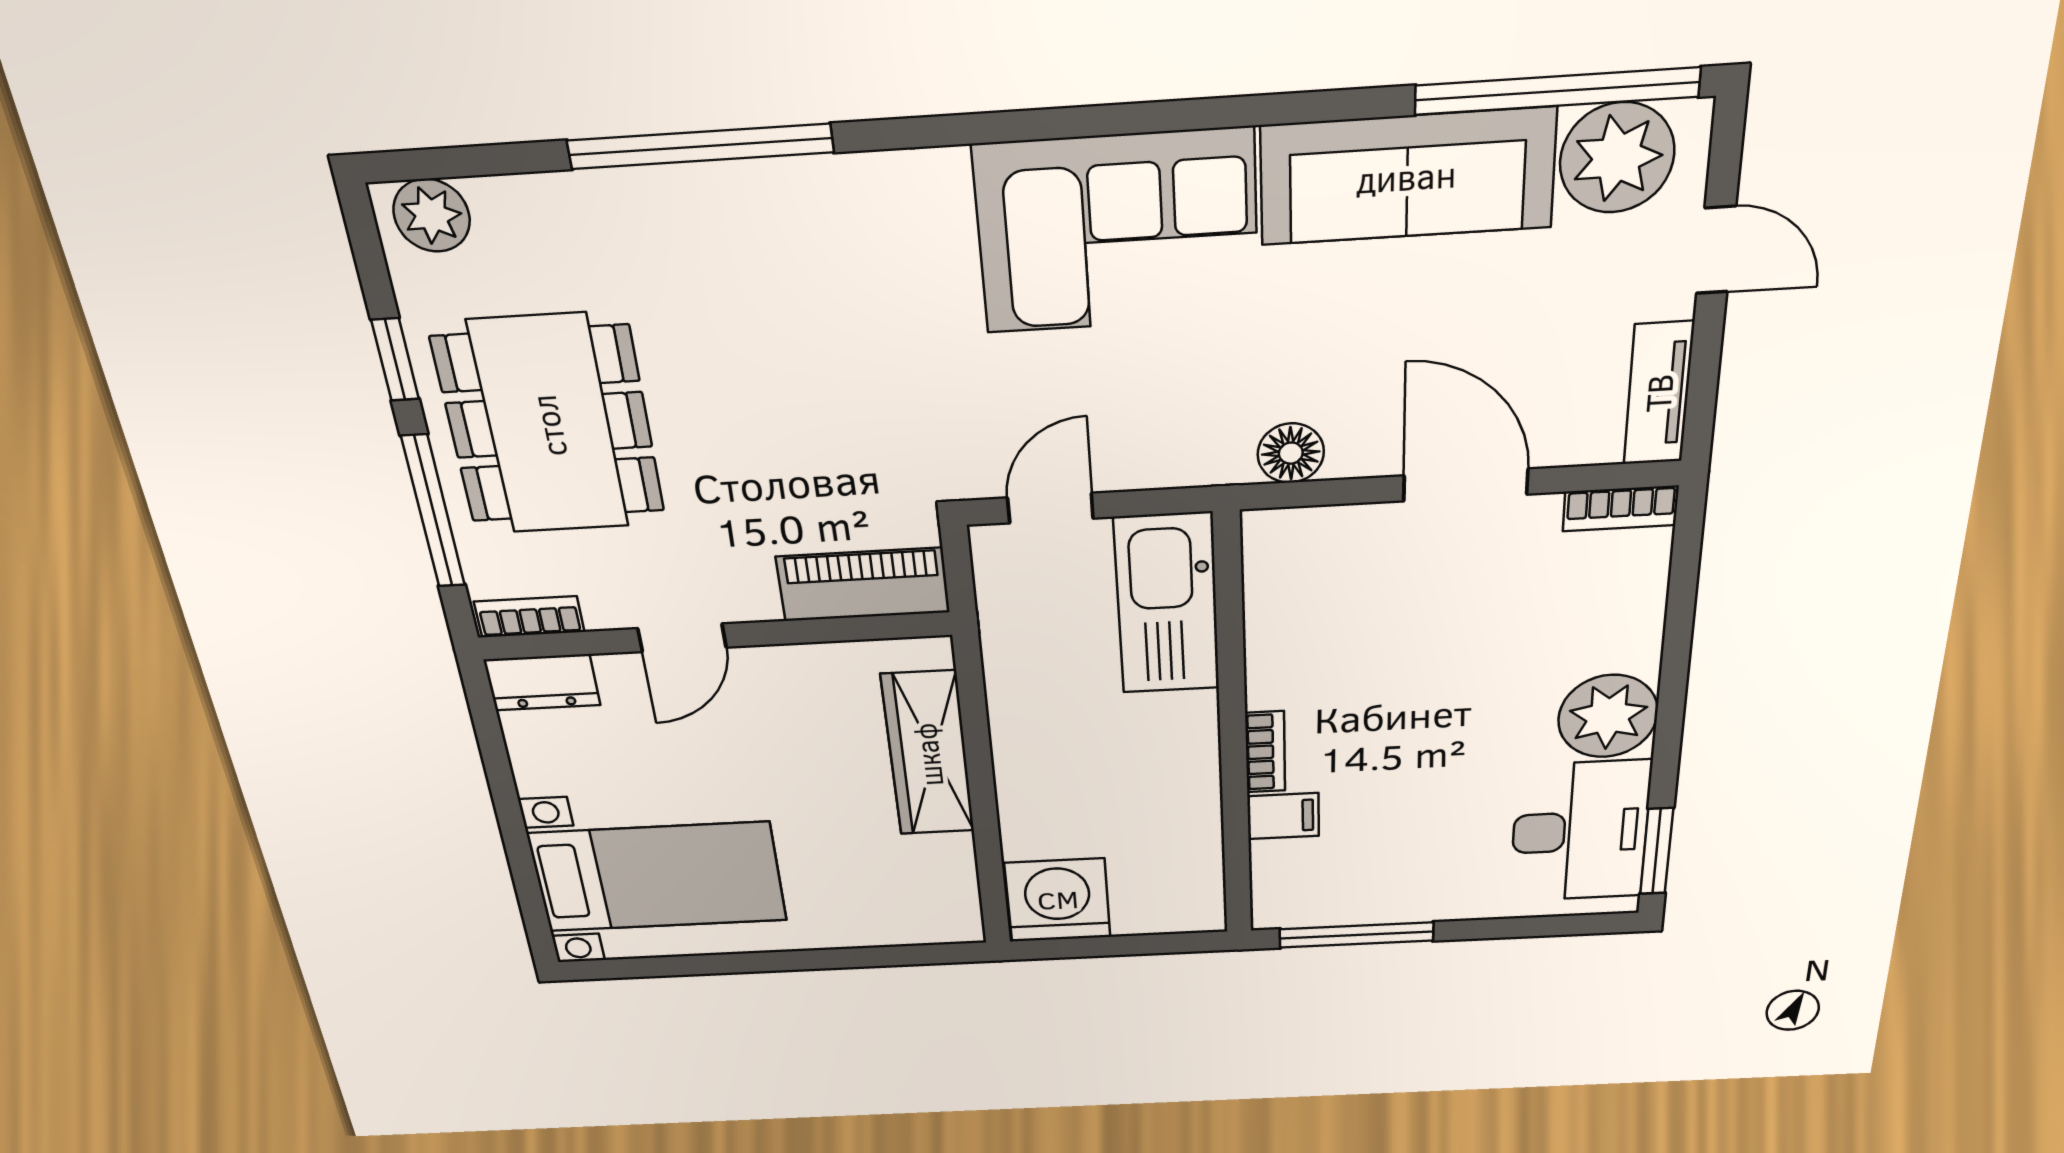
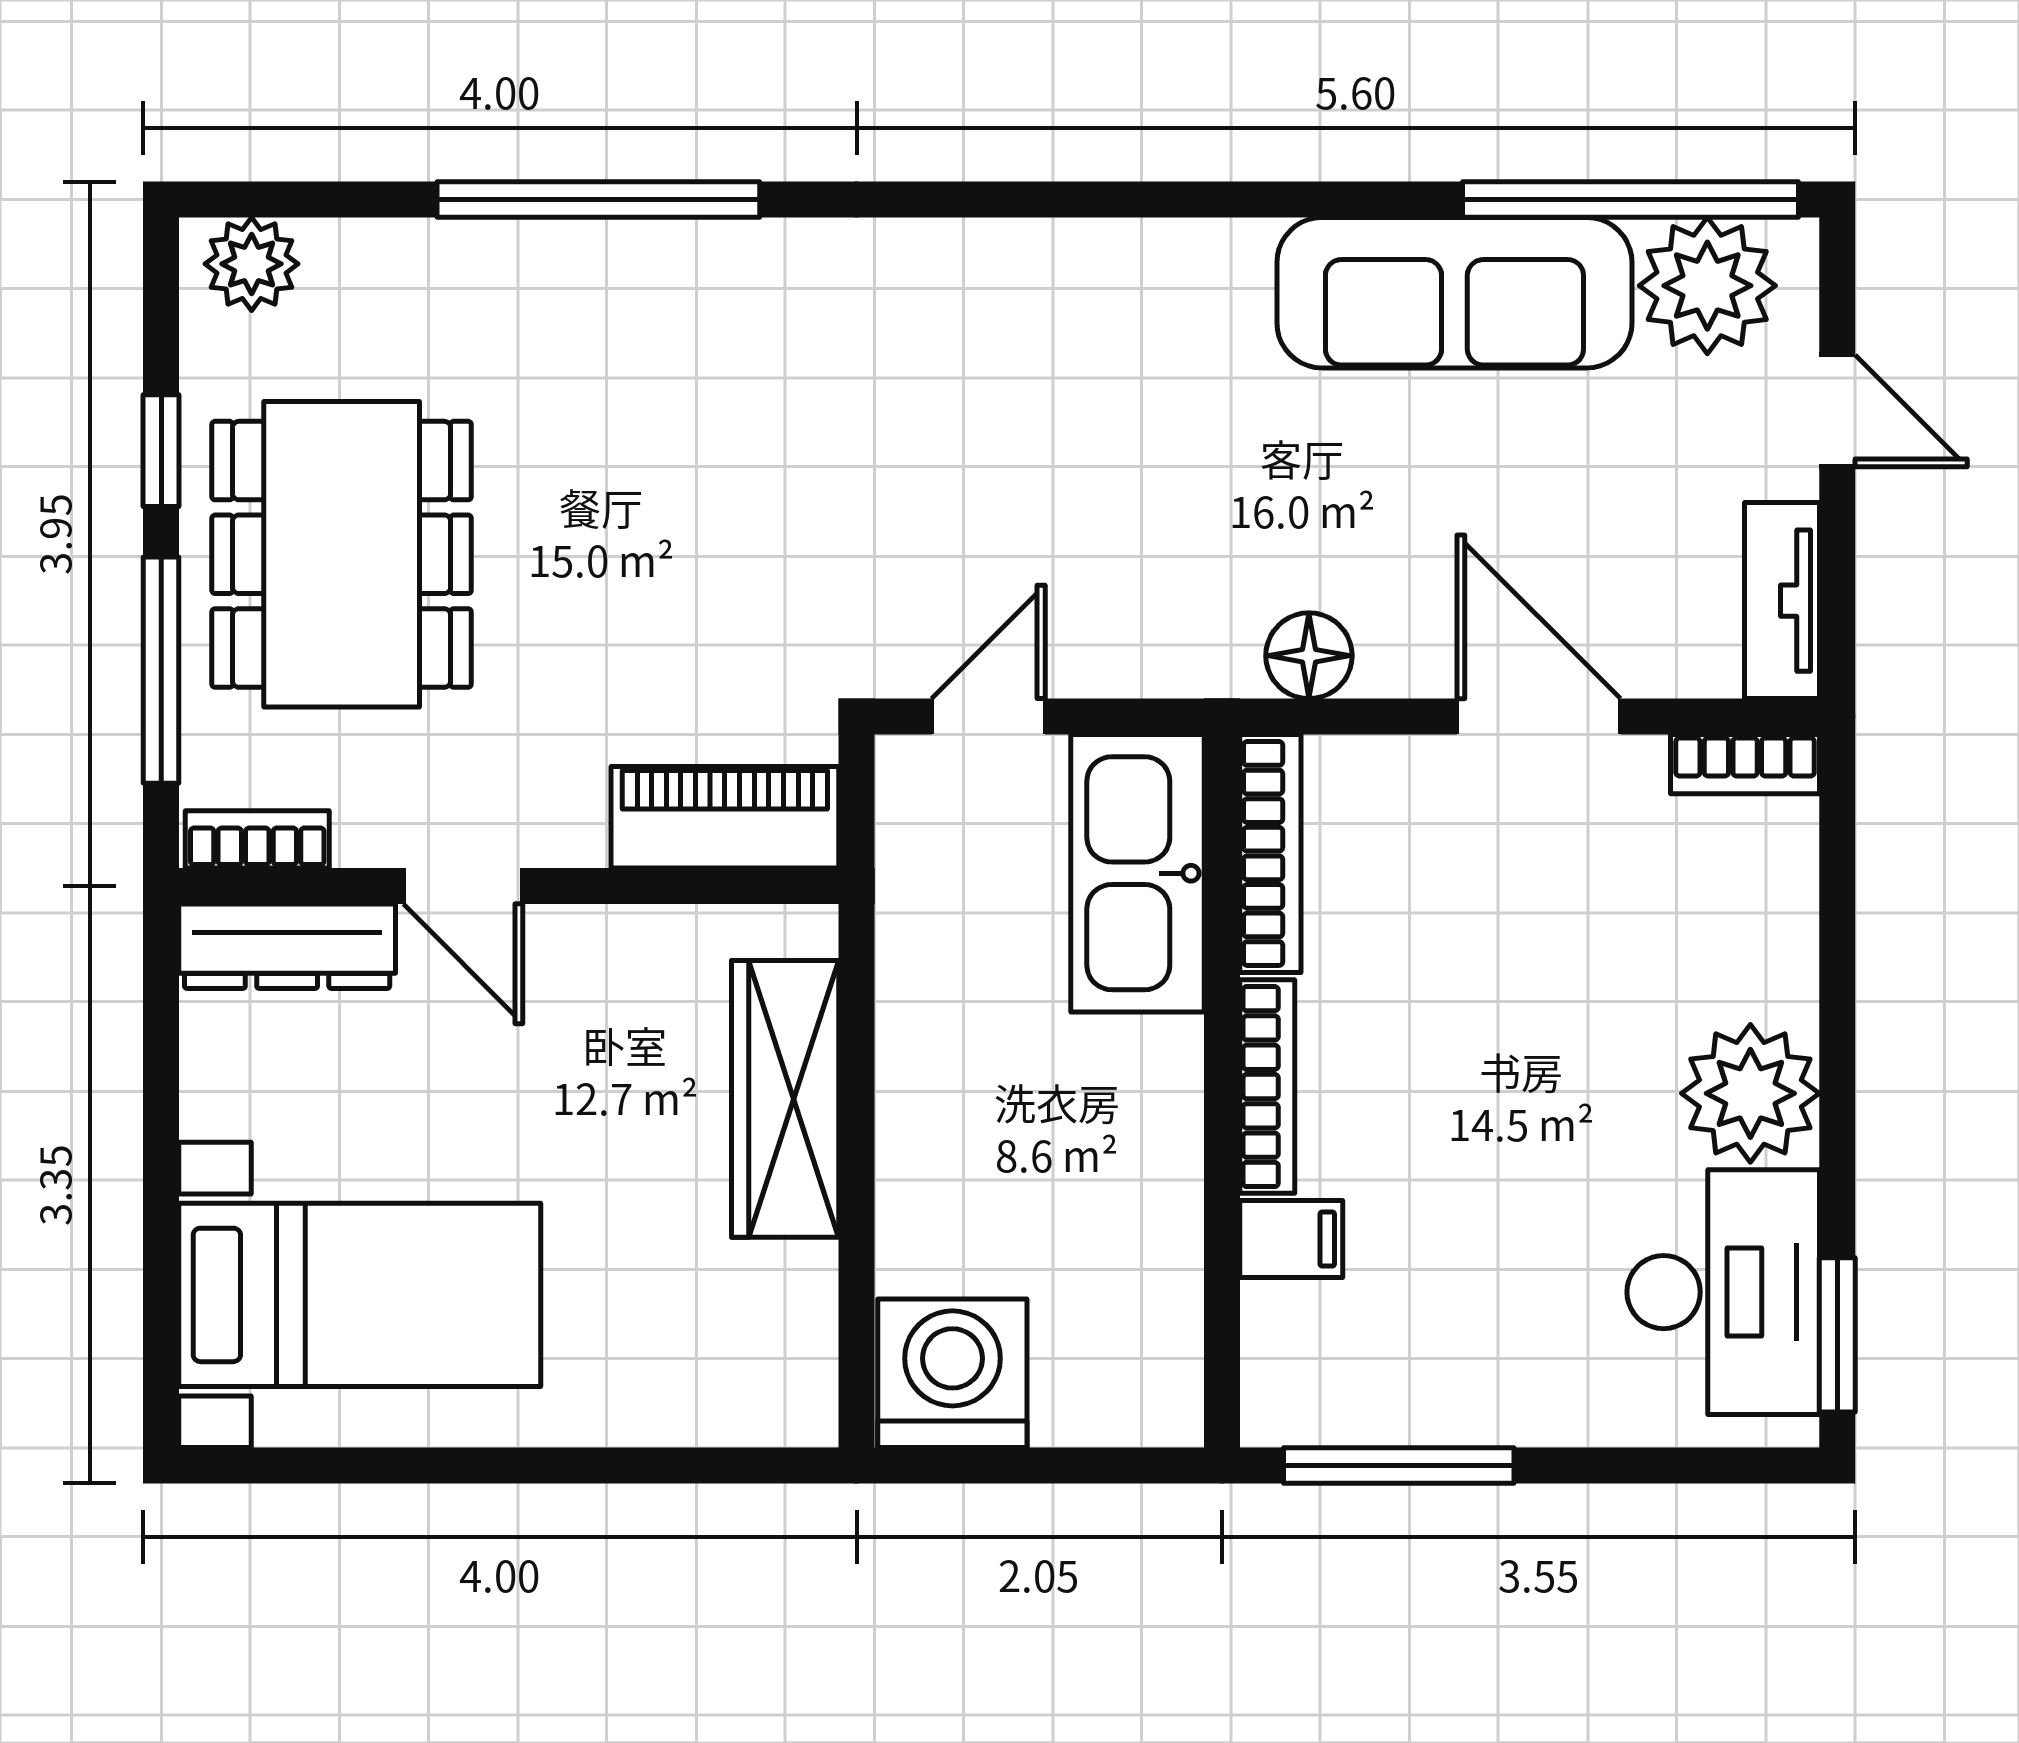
corner sofa: (1117, 232) -> (1098, 340), removed
bookcase: (1264, 586) -> (1270, 853), added
door: (682, 638) -> (463, 886), hinge flipped
dresser: (542, 682) -> (287, 946), width x1.44
bookcase: (1265, 752) -> (1267, 1087), width x1.56

